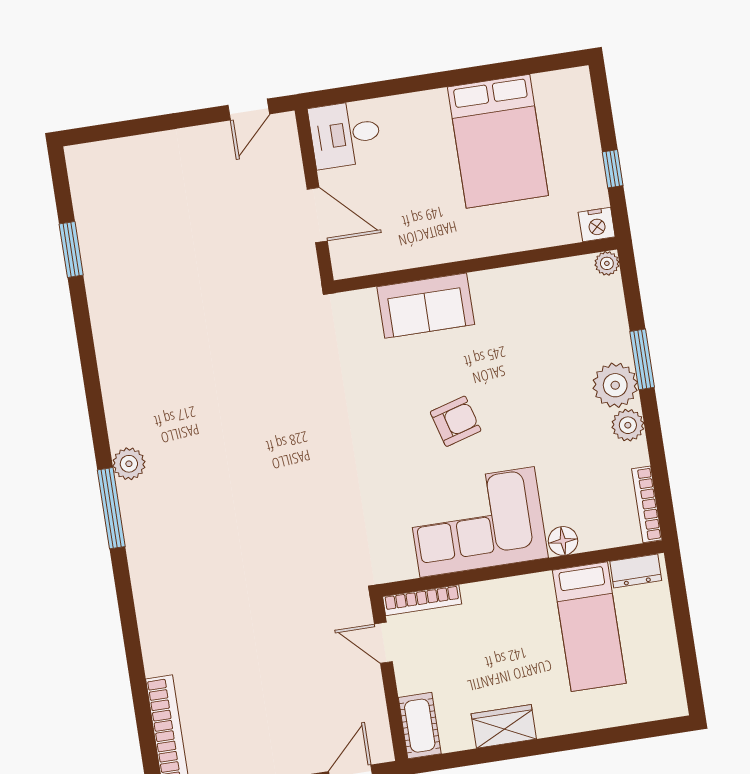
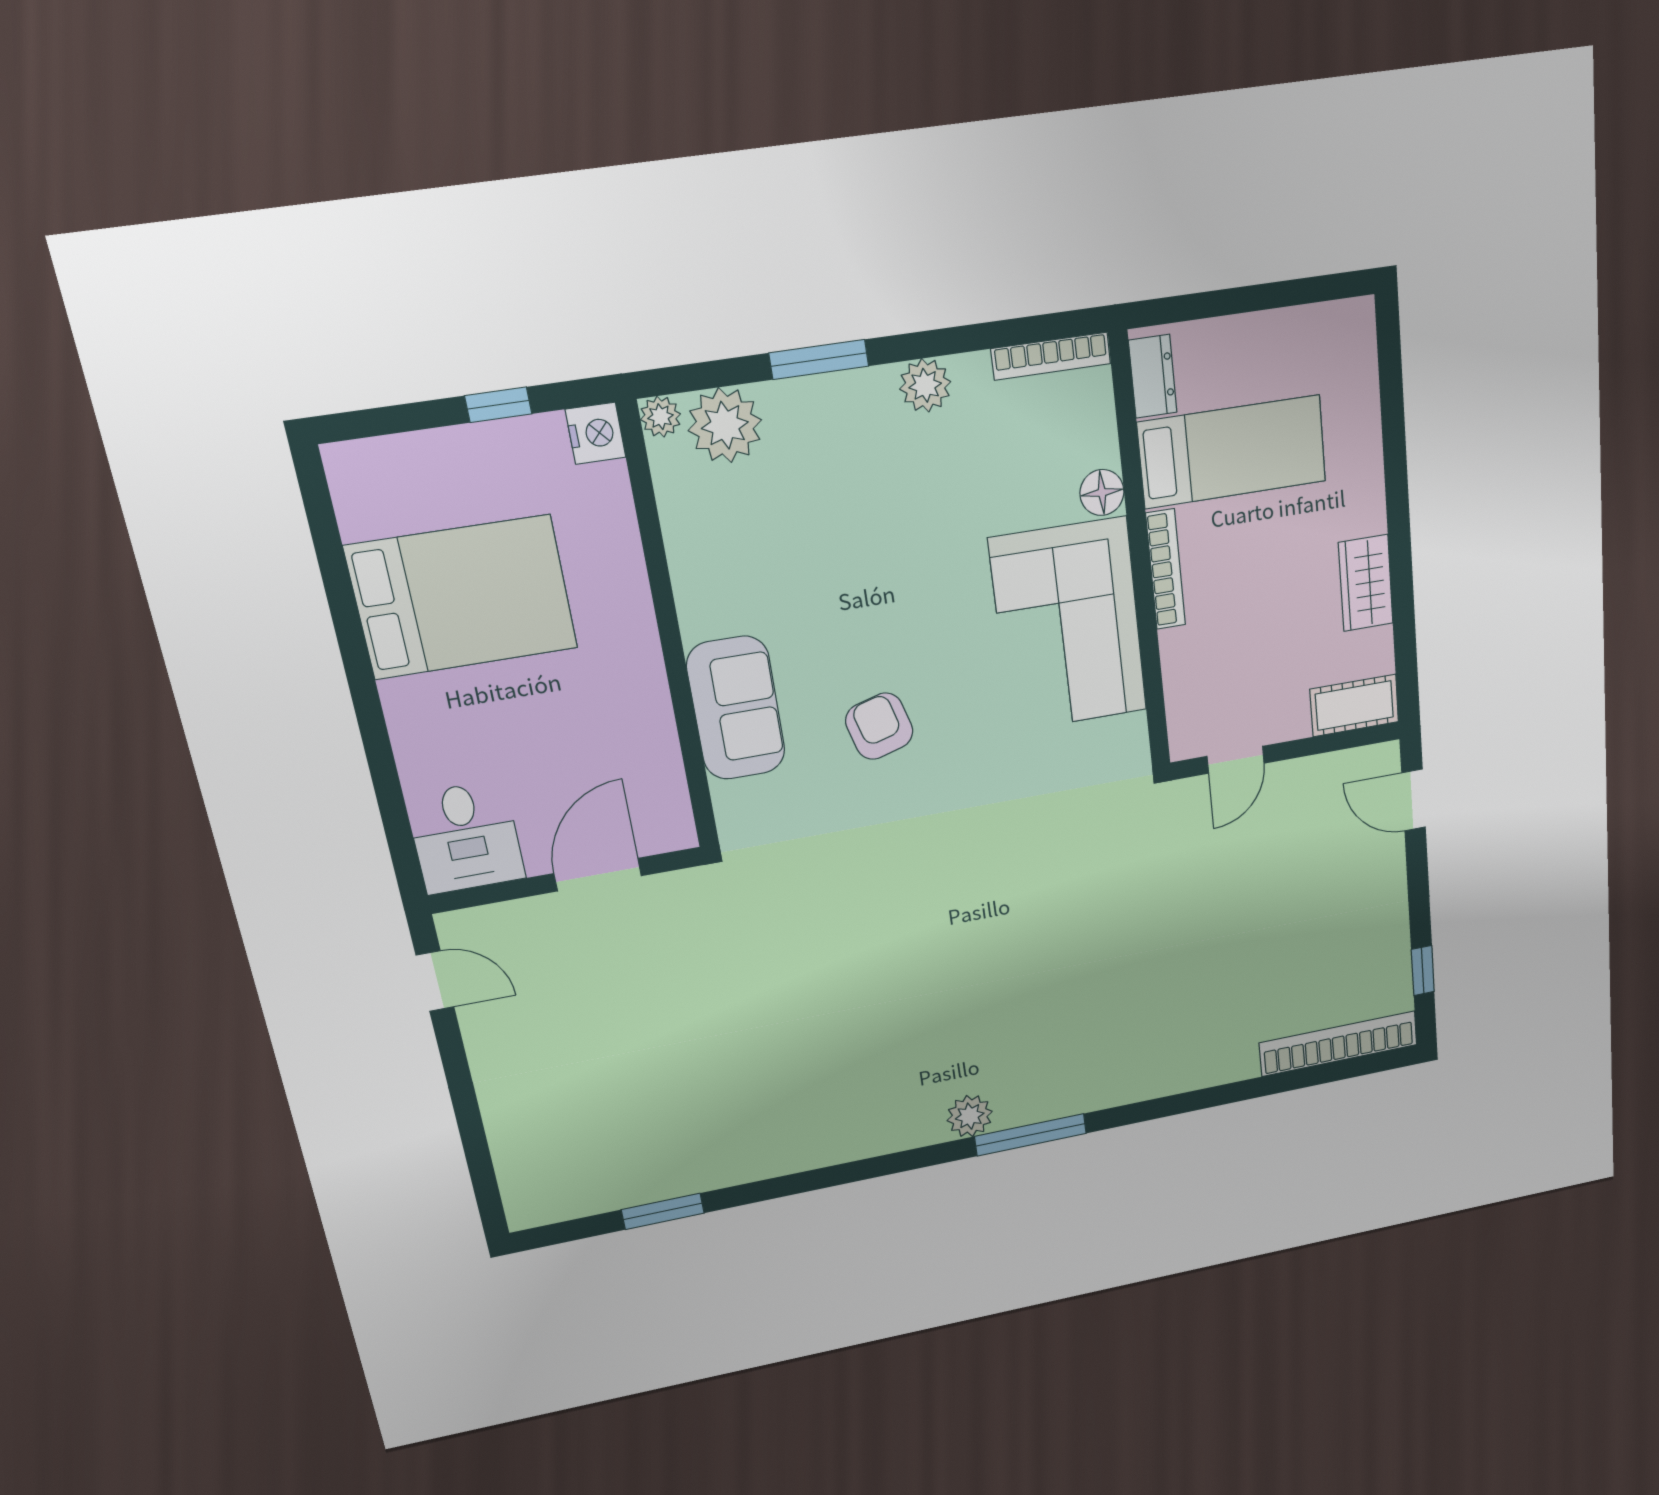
plant: (615, 385) -> (725, 425), moved
armchair: (456, 421) -> (879, 726), moved
bookcase: (422, 600) -> (1166, 569), moved

